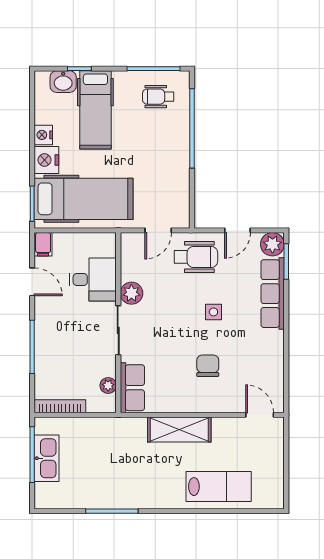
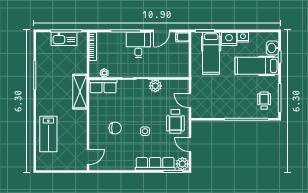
hospital bed: (84, 199) -> (211, 53), width x0.73, depth x0.78
desk: (93, 280) -> (138, 45), moved, turned 180
shelving: (179, 430) -> (80, 92), moved

